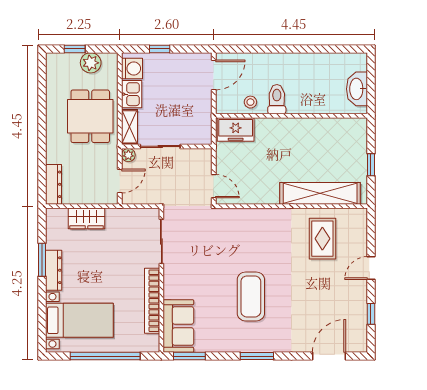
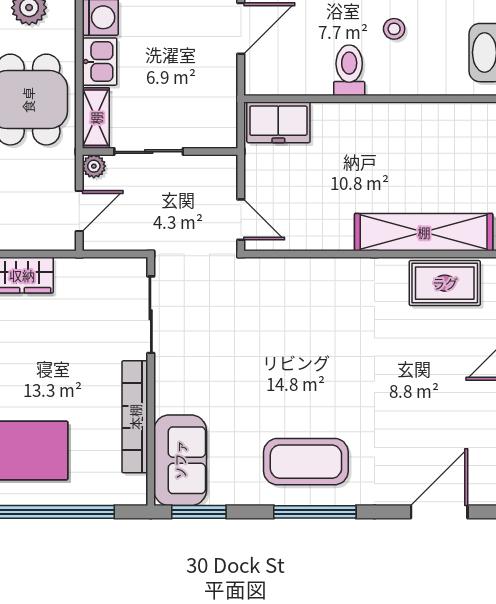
stool: (250, 102) -> (394, 29), moved
rug: (322, 239) -> (445, 283), moved, turned 90
coffee table: (251, 296) -> (306, 462), moved, turned 90
window: (257, 356) -> (315, 512), width x1.44

